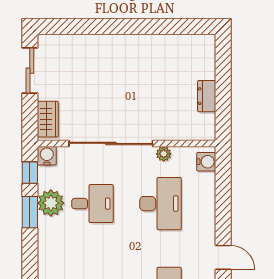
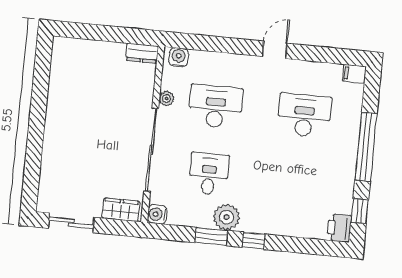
dresser: (207, 96) -> (142, 53), moved
window: (30, 173) -> (254, 241), moved
plant: (51, 203) -> (227, 217), moved

